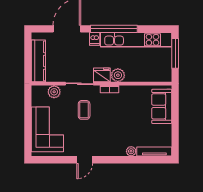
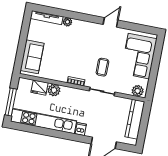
window: (114, 29) -> (62, 135), removed
fridge: (102, 75) -> (40, 88), moved
plant: (118, 75) -> (54, 90), moved
plant: (54, 92) -> (138, 91), moved

